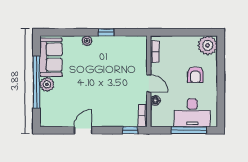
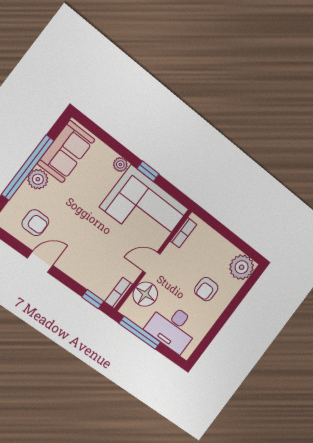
corner sofa: (120, 55) -> (144, 208), added
door: (149, 83) -> (151, 263), swing flipped
floor lamp: (155, 100) -> (145, 294), width x1.89, depth x1.89
armchair: (64, 110) -> (35, 223), added
window: (189, 130) -> (140, 333), moved

